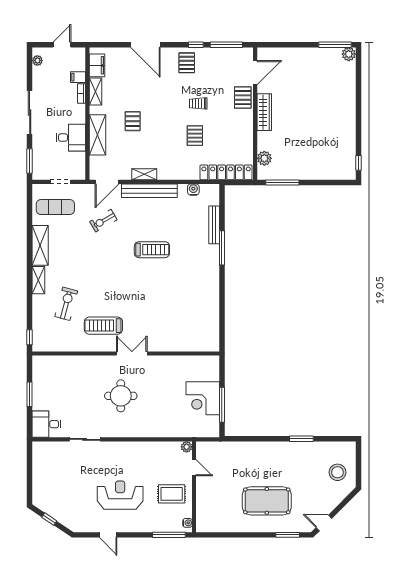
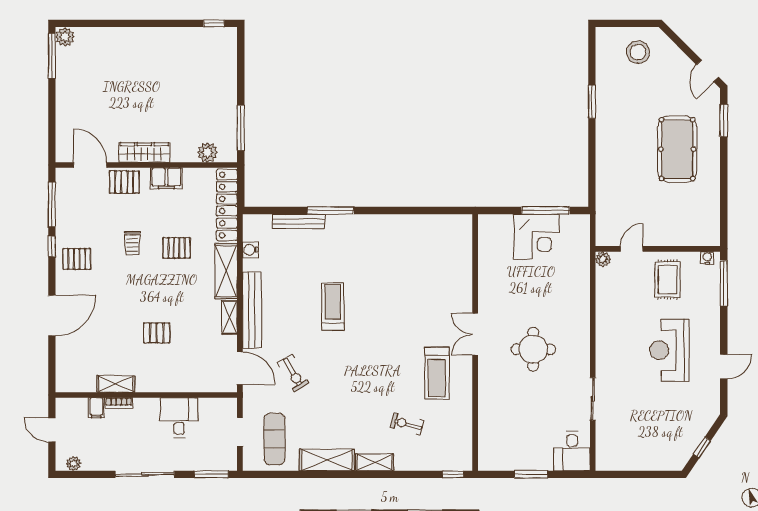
filing cabinet: (97, 65) -> (166, 178), moved, turned 180
shelving: (97, 135) -> (226, 271), moved, turned 90
exercise bike: (66, 304) -> (407, 424), width x0.73, depth x0.72

